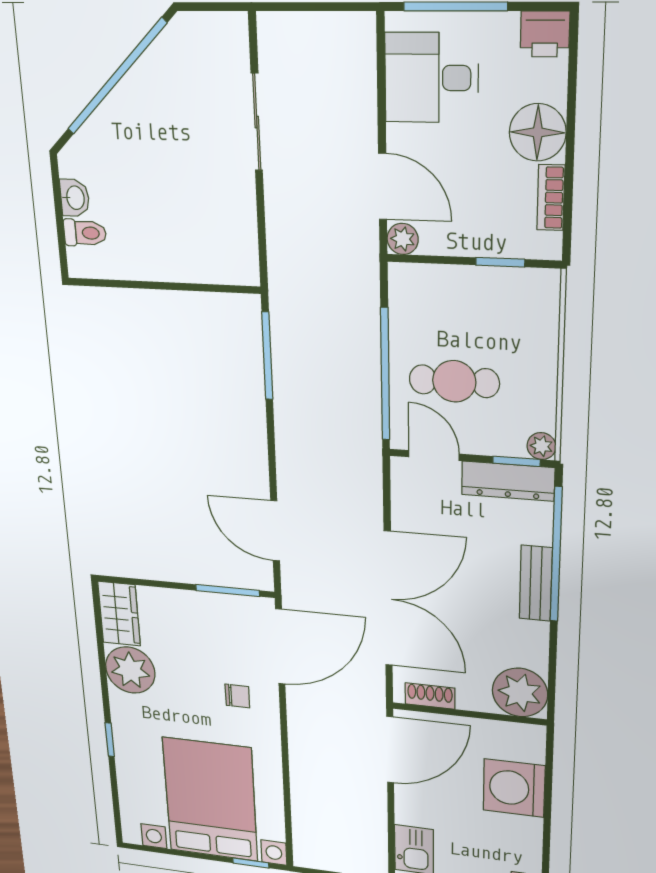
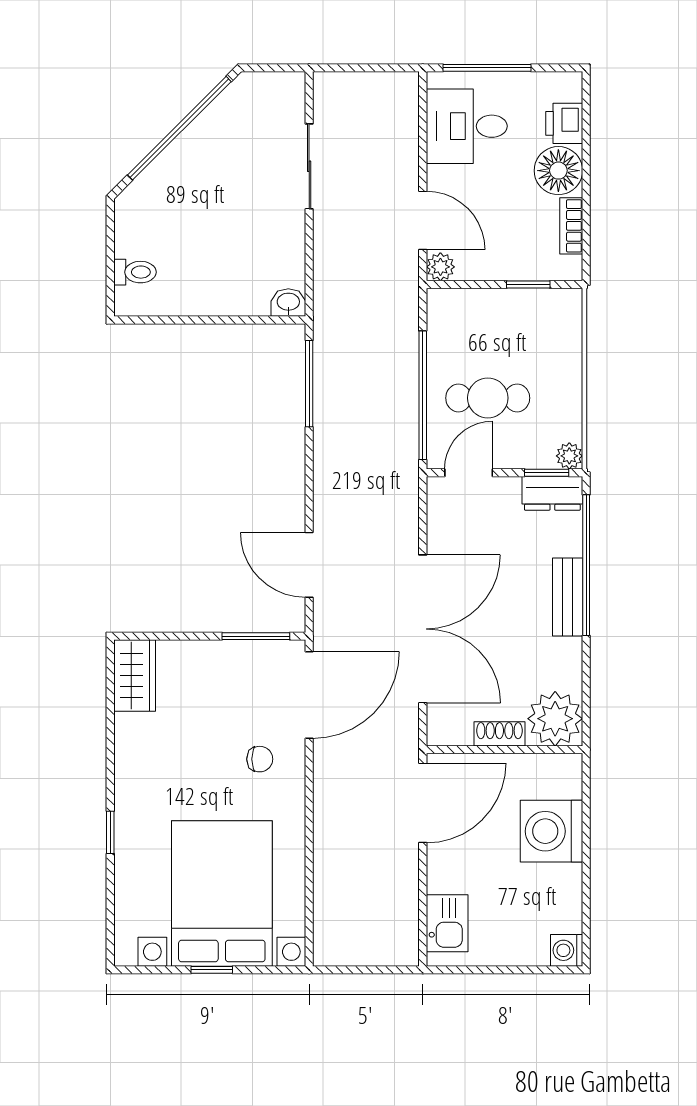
printer: (545, 34) -> (564, 123), moved, turned 90
washbasin: (75, 198) -> (288, 303), moved, turned -90
door: (434, 455) -> (469, 473), hinge flipped
dresser: (508, 481) -> (552, 493), width x0.70
plant: (130, 670) -> (142, 742), removed
shoe rack: (430, 696) -> (499, 734), moved
window: (251, 863) -> (212, 970), moved

